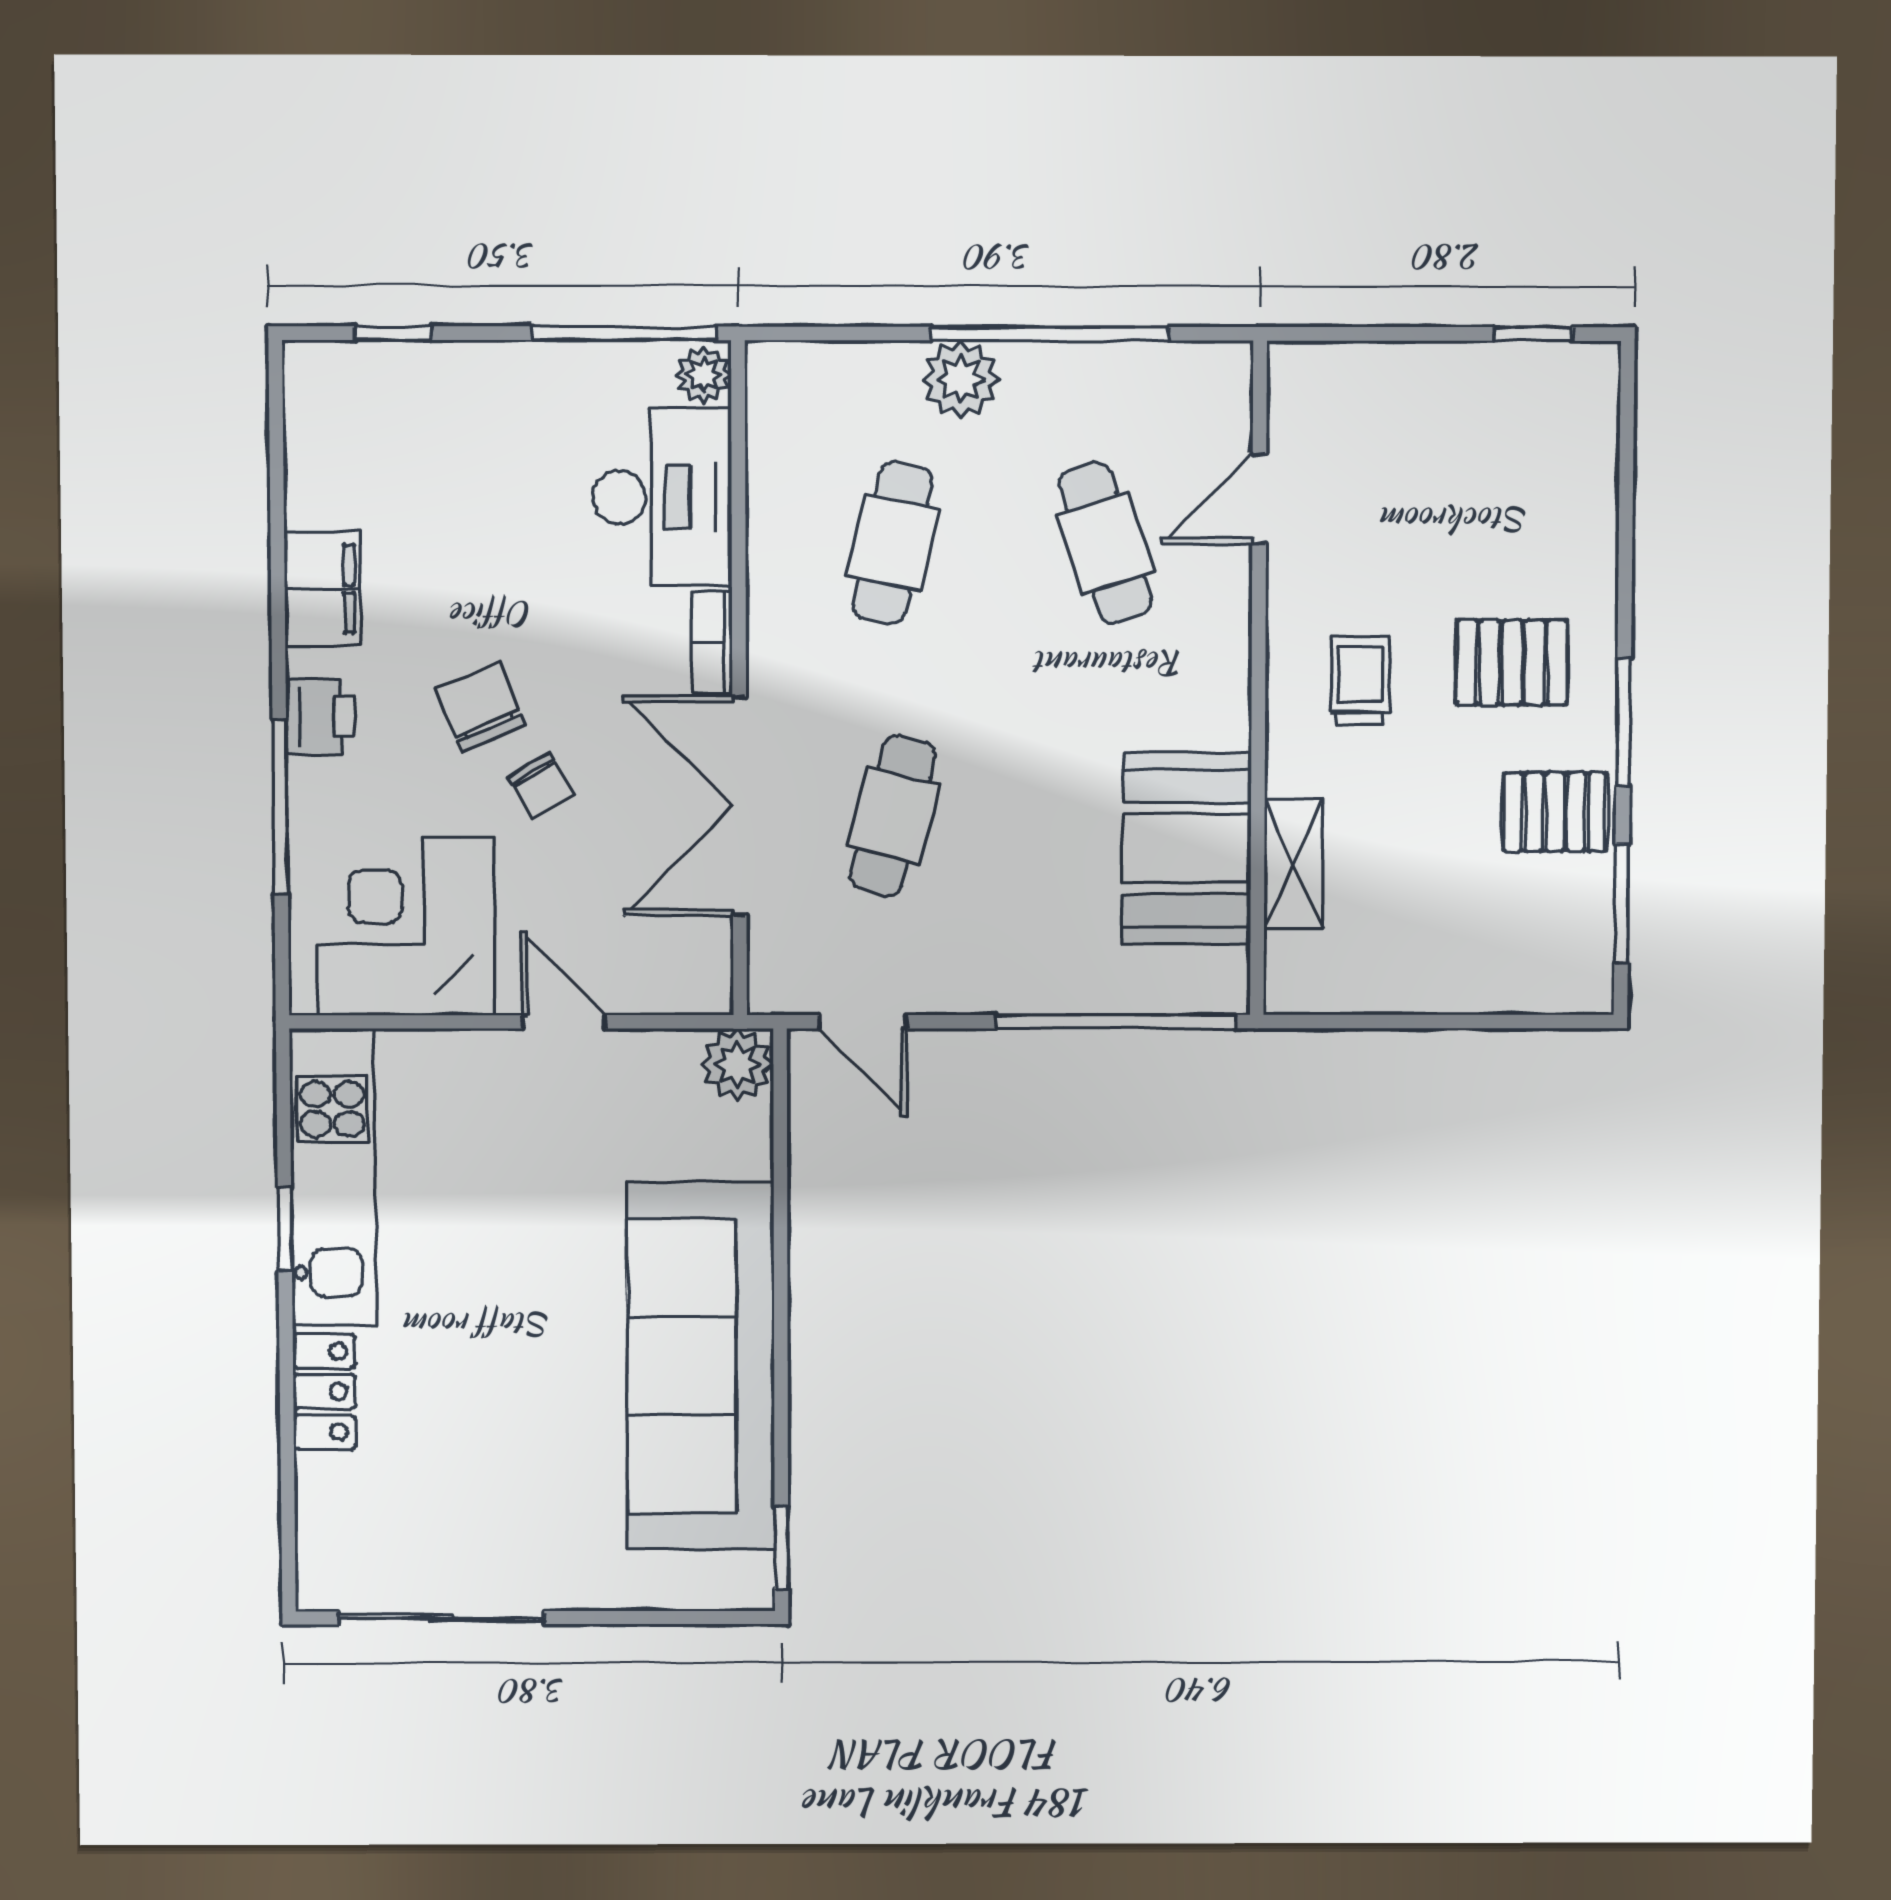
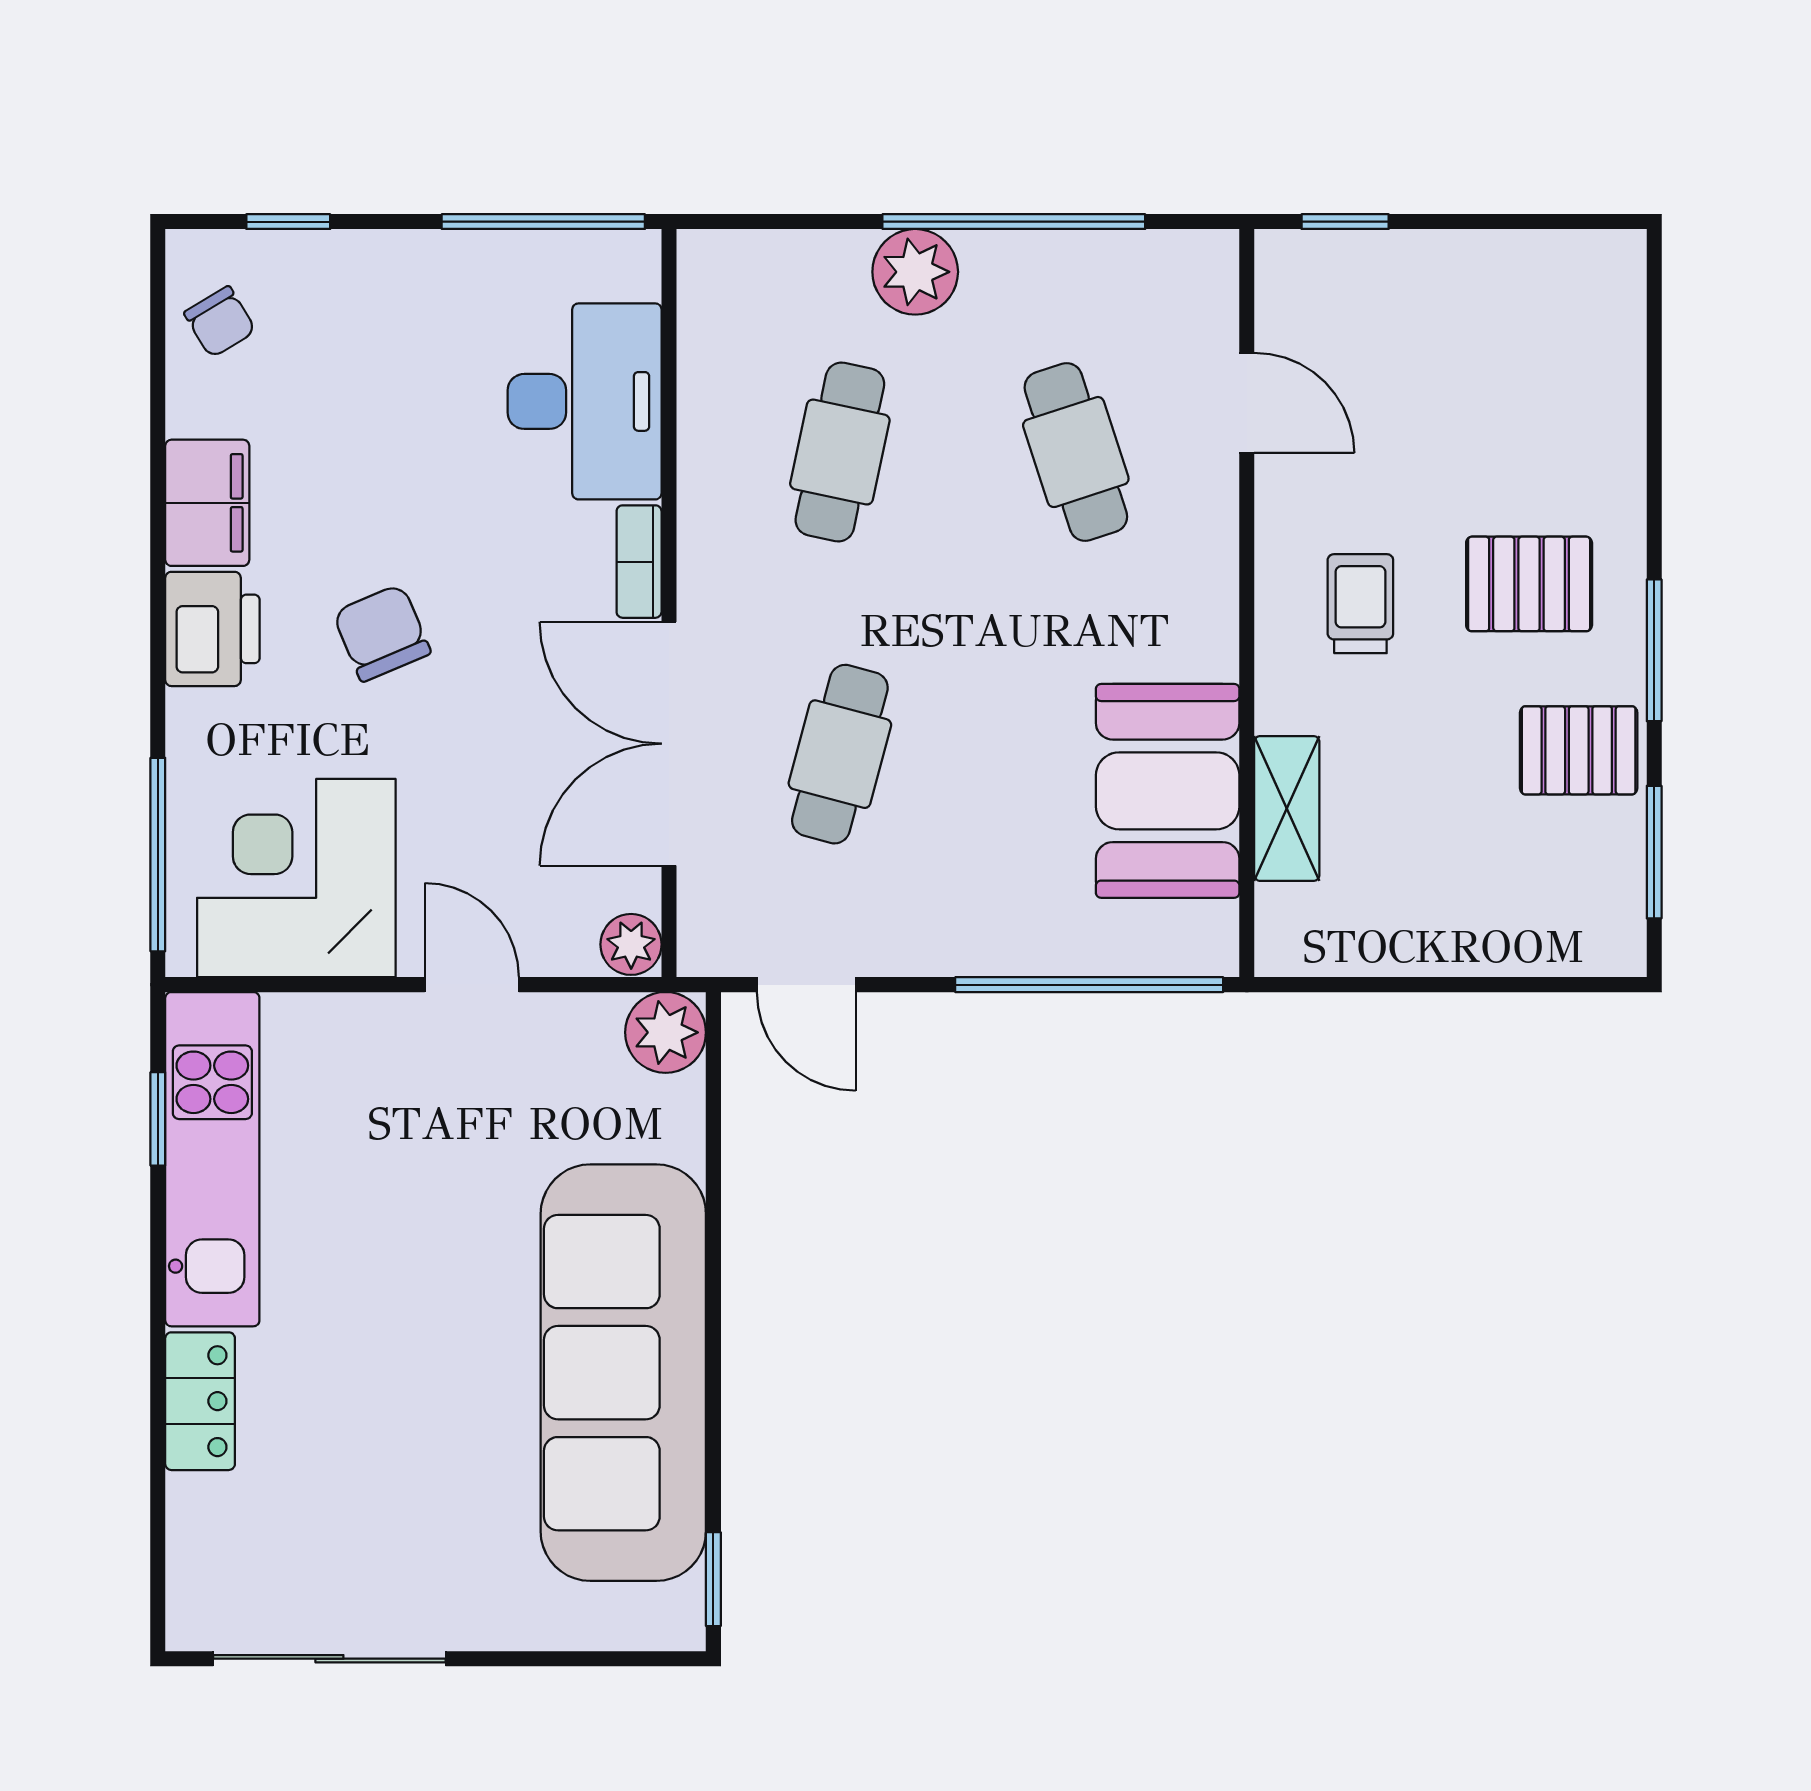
window: (1533, 334) -> (1345, 222), moved
plant: (704, 375) -> (631, 944), moved
door: (1259, 499) -> (1247, 403), swing flipped
printer: (320, 717) -> (212, 629), width x1.36, depth x1.24
chair: (541, 786) -> (220, 322), moved
window: (280, 807) -> (158, 855), moved
window: (285, 1230) -> (158, 1119), moved

